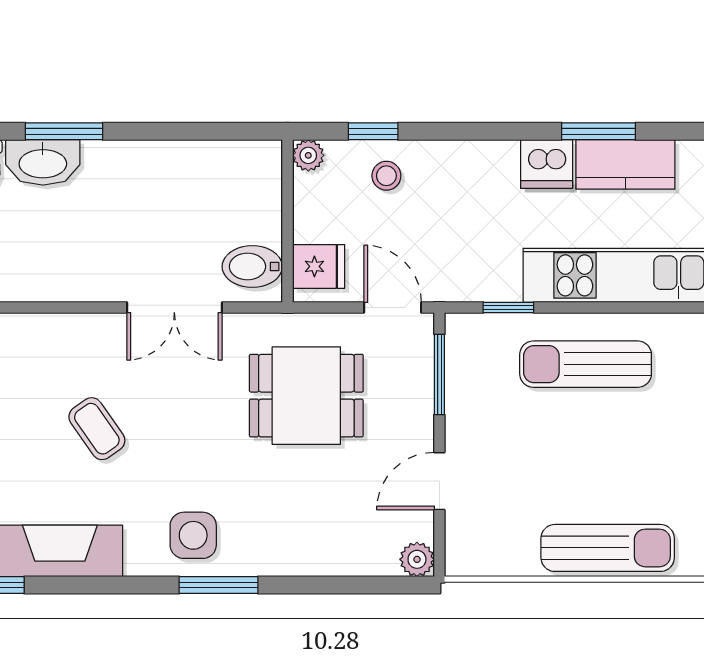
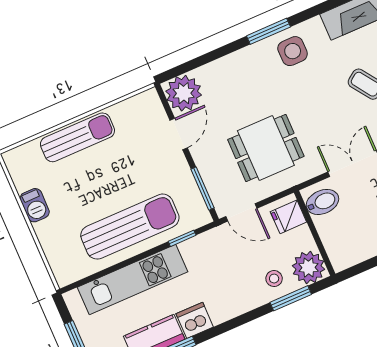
window: (373, 131) -> (291, 298), width x1.50
plant: (308, 155) -> (309, 267), width x1.88, depth x1.88
sun lounger: (586, 364) -> (130, 227), width x1.36, depth x1.34
sun lounger: (608, 548) -> (77, 137), turned 180
plant: (417, 559) -> (184, 93), width x1.88, depth x1.88

